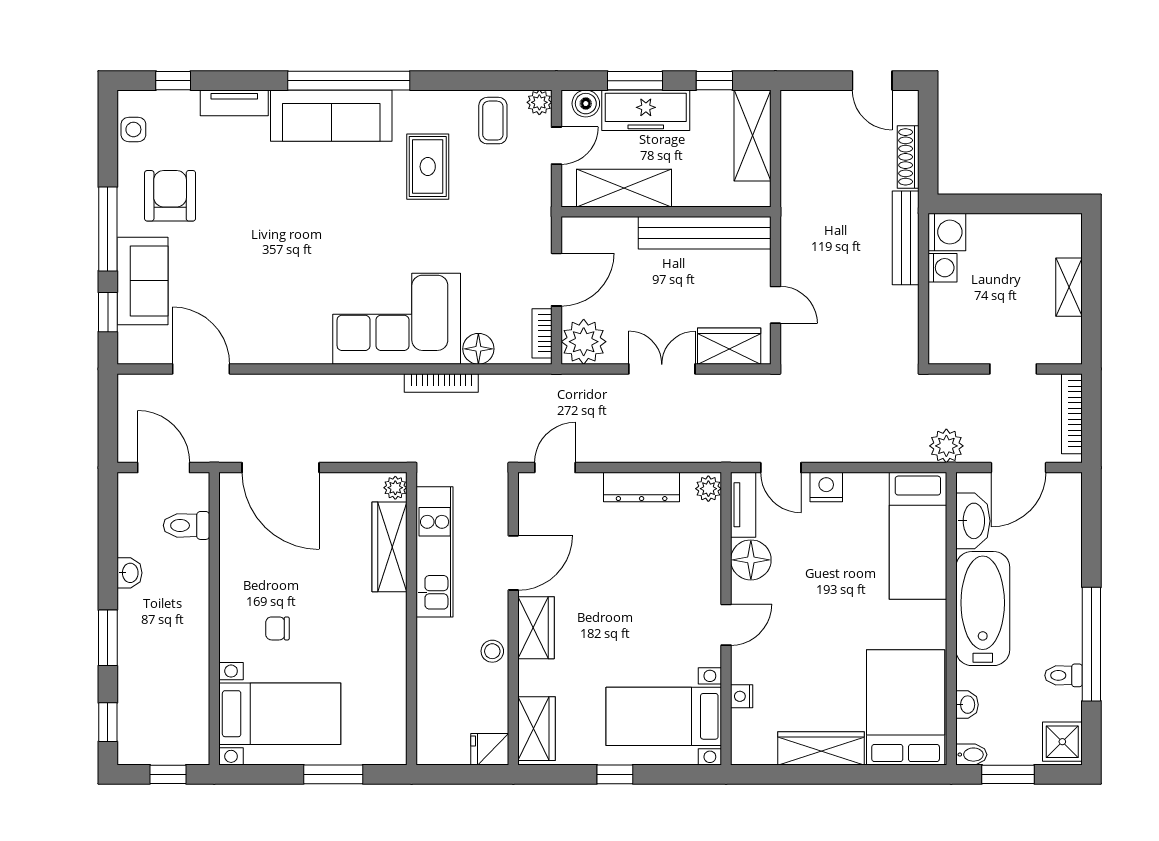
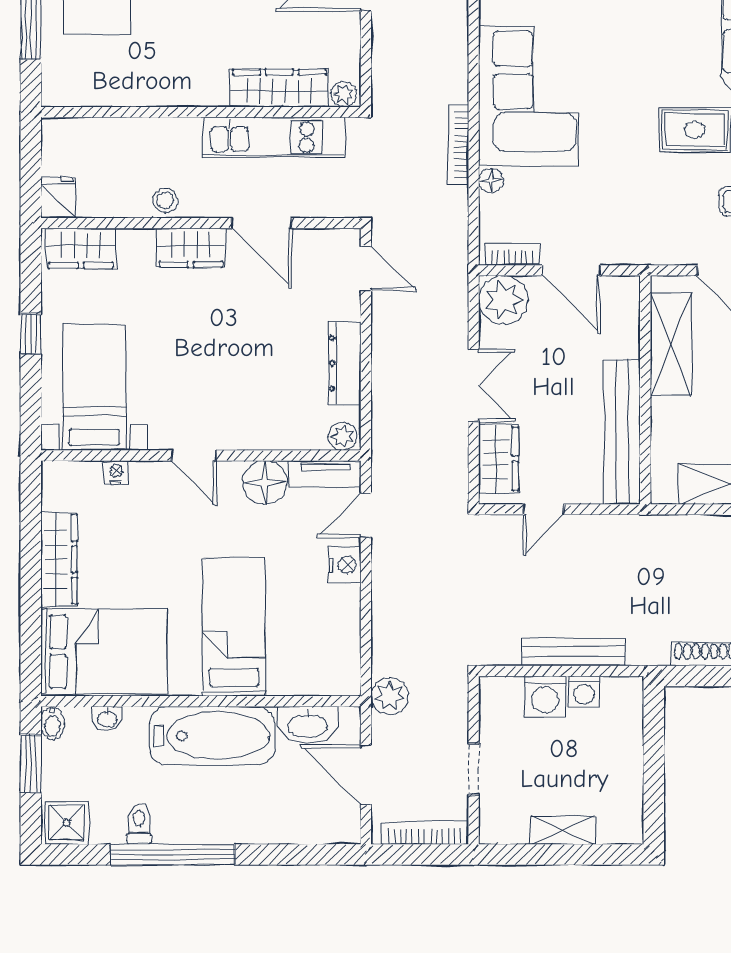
washing machine: (947, 232) -> (545, 697), moved
bench: (906, 238) -> (573, 652), moved
floor lamp: (478, 349) -> (491, 181), width x0.73, depth x0.73
bed: (918, 536) -> (234, 627), moved, turned 90

